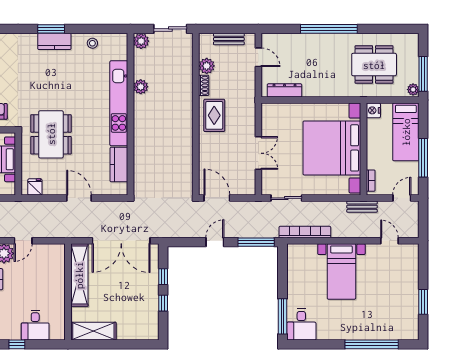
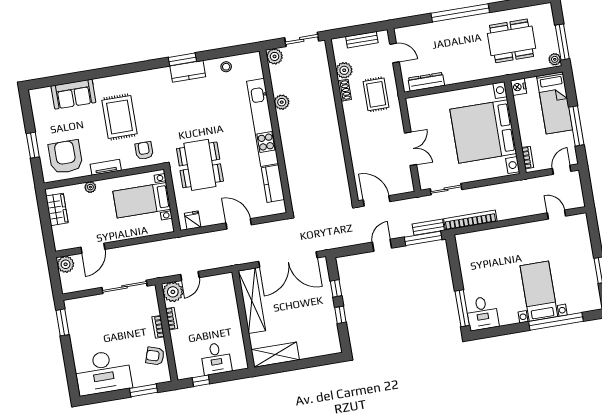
rug: (214, 115) -> (376, 94), moved
bench: (362, 207) -> (428, 227), moved
bed with nightstands: (341, 271) -> (539, 291), moved, turned 180

